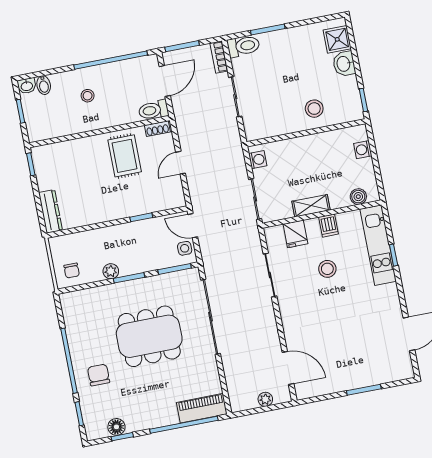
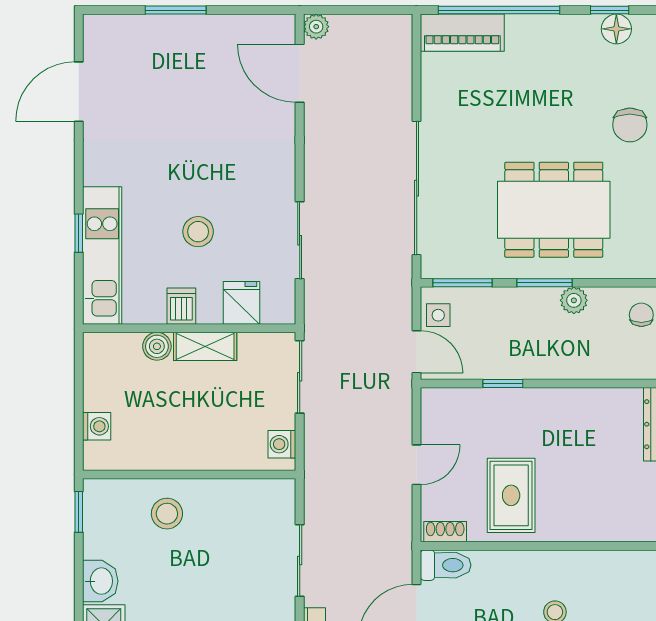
boiler: (358, 197) -> (157, 346), moved
dining table: (149, 336) -> (554, 210), moved
plant: (265, 399) -> (316, 27), moved

